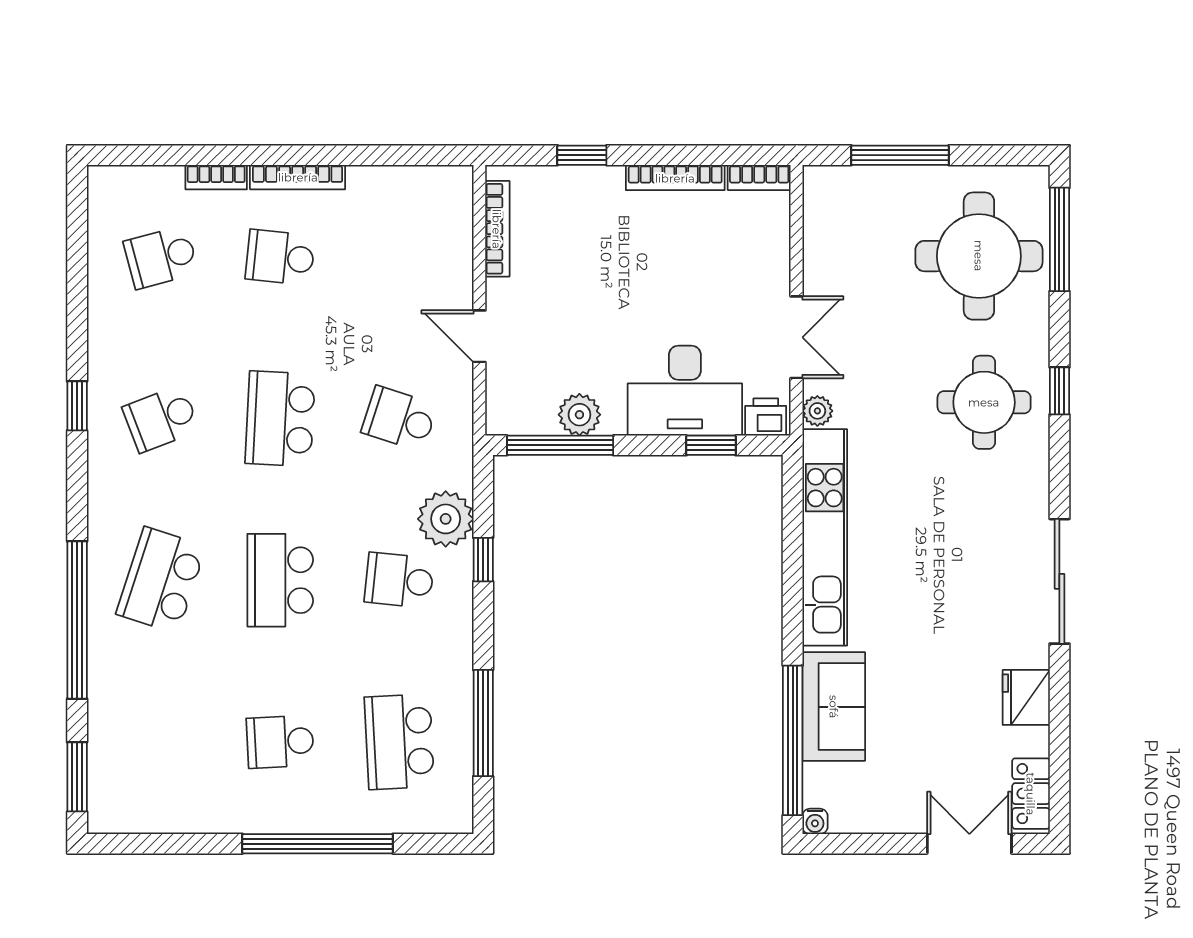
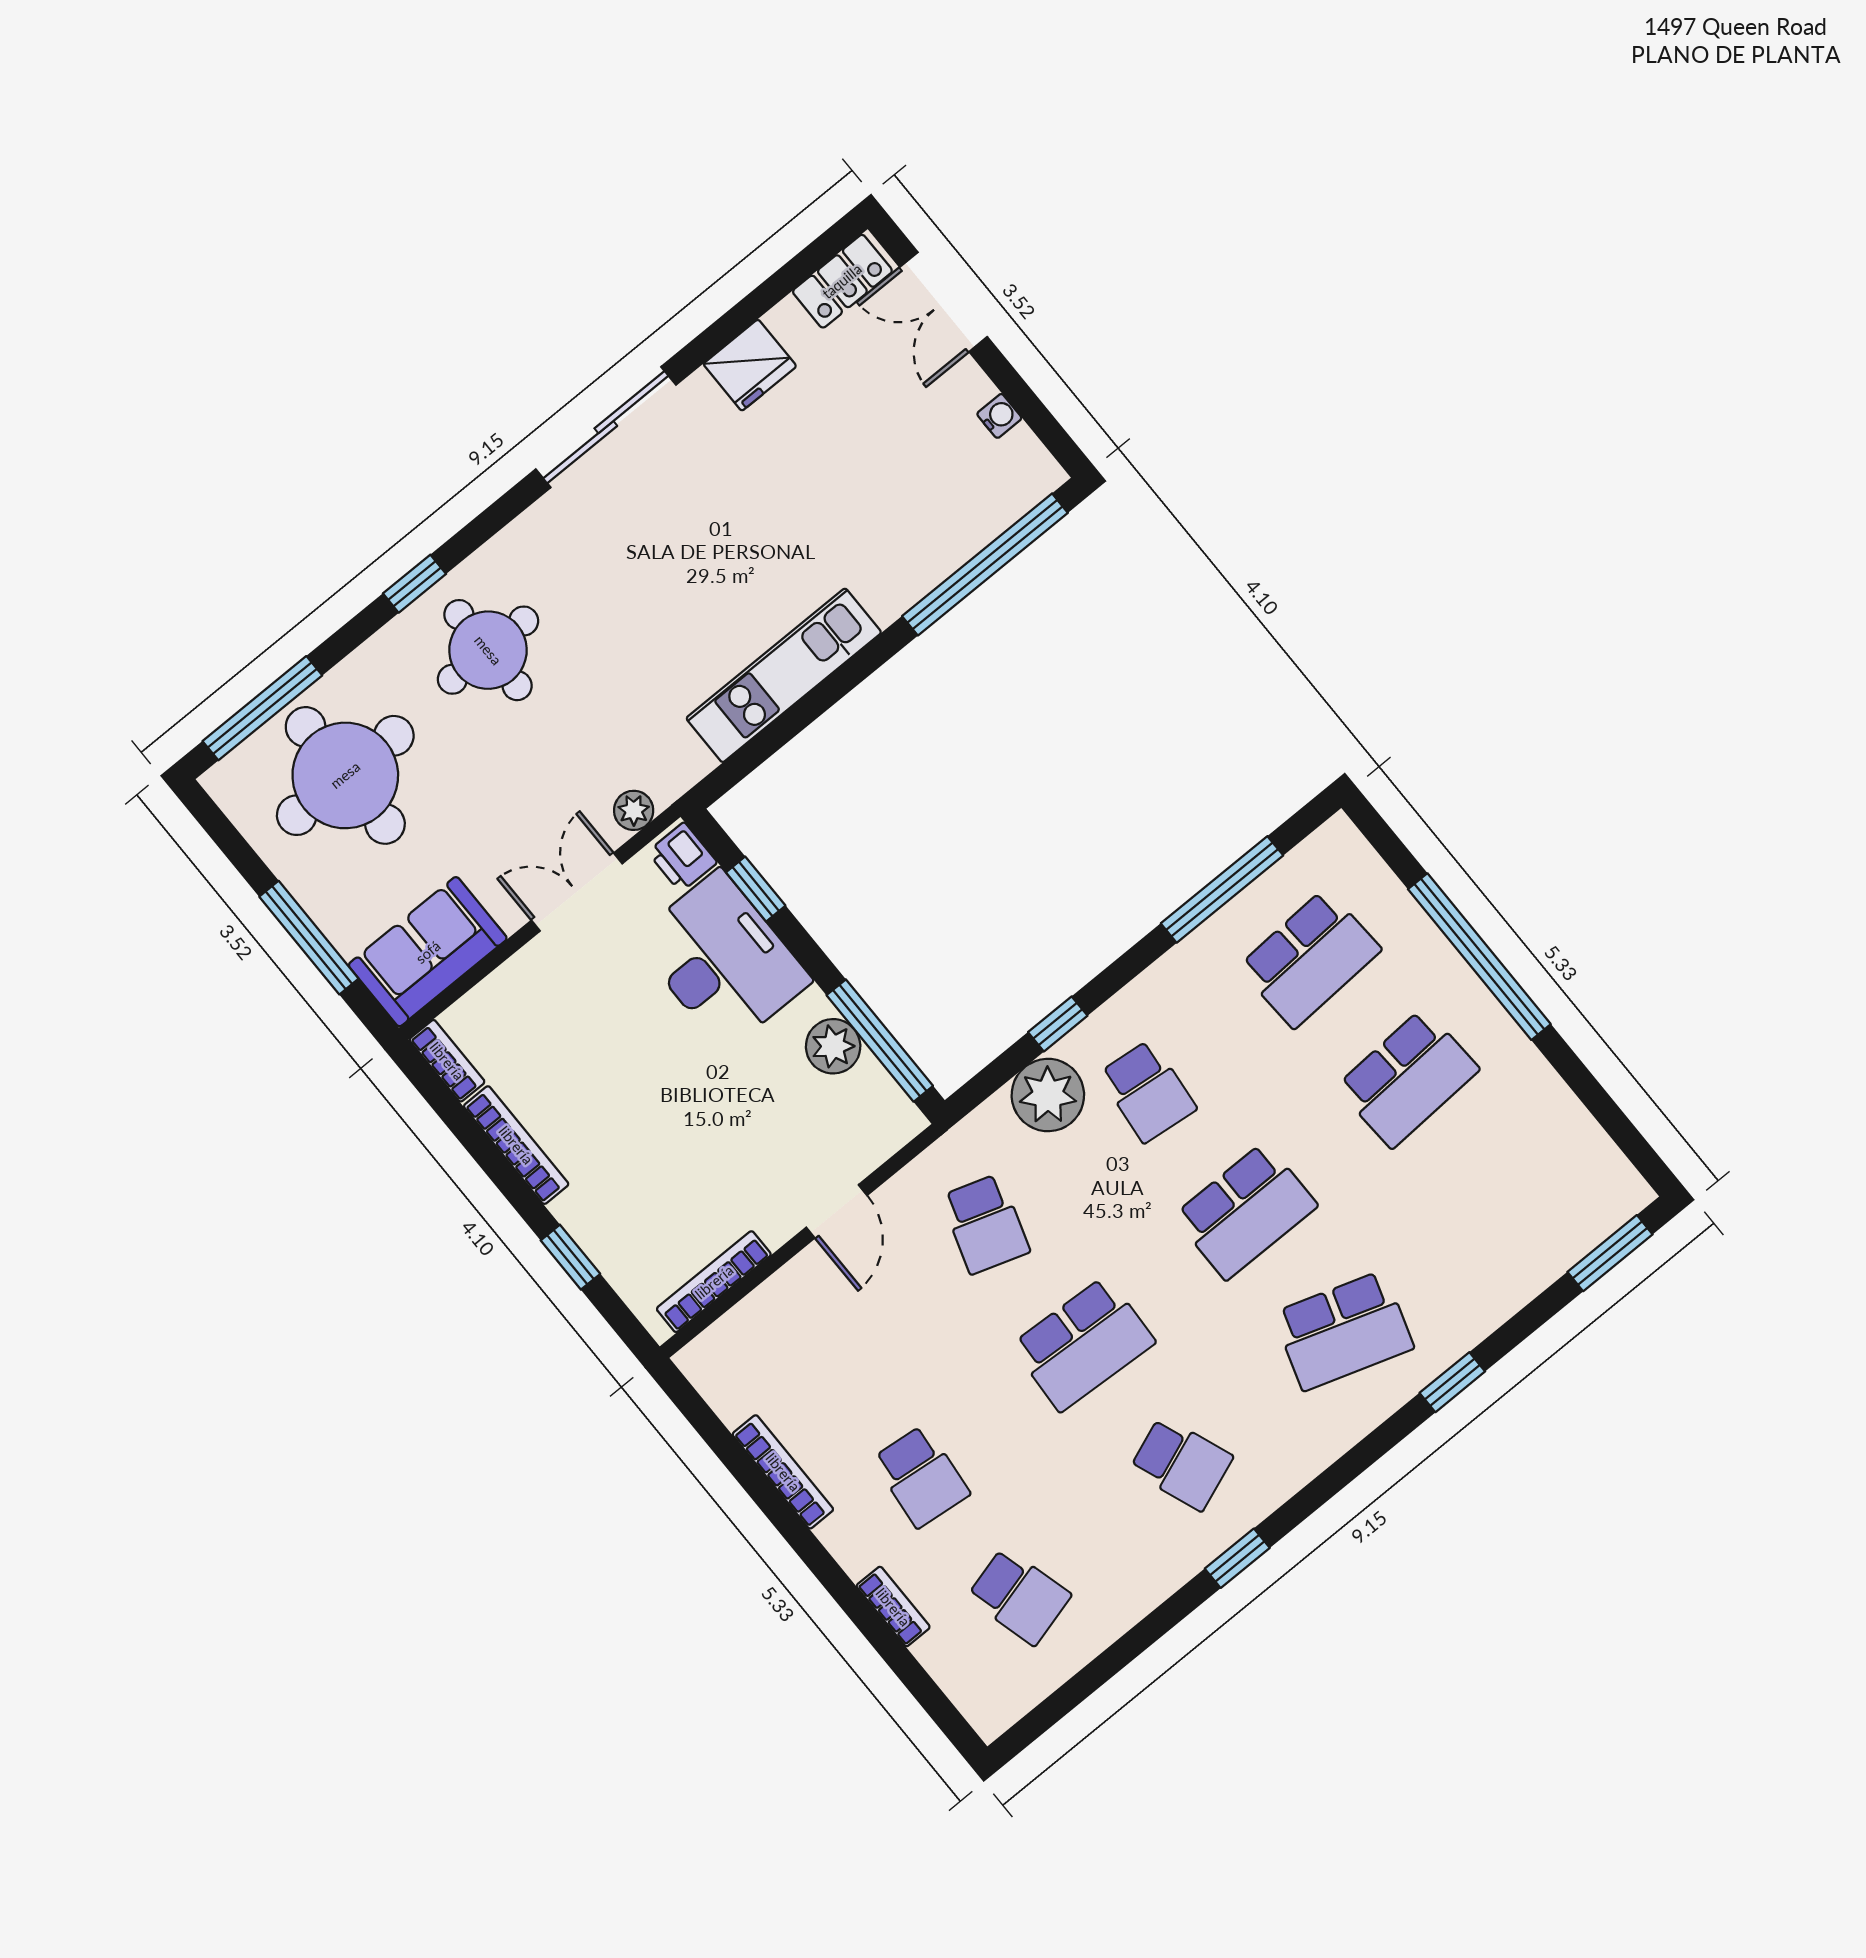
bookcase: (298, 177) -> (783, 1472), moved
kitchen unit: (825, 537) -> (784, 675), width x0.73
window: (77, 620) -> (1452, 1382), width x0.32
sofa: (834, 707) -> (428, 952), moved
school desk: (280, 742) -> (1408, 1078), width x1.85
water cooler: (815, 821) -> (999, 416), moved

